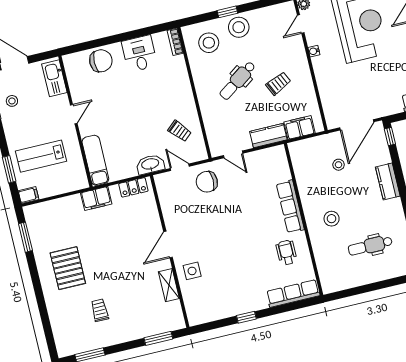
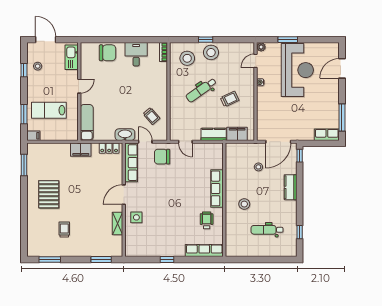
row of seats: (168, 200) -> (131, 163), added

